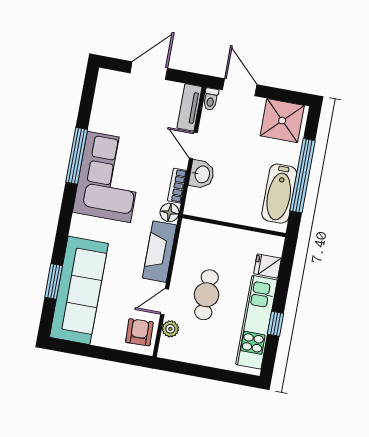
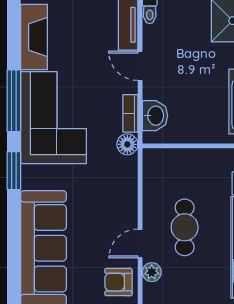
washbasin: (202, 174) -> (155, 116), moved
fireplace: (160, 252) -> (34, 37), moved, turned 180
window: (54, 281) -> (14, 171), moved
armchair: (139, 332) -> (118, 282), turned -88

